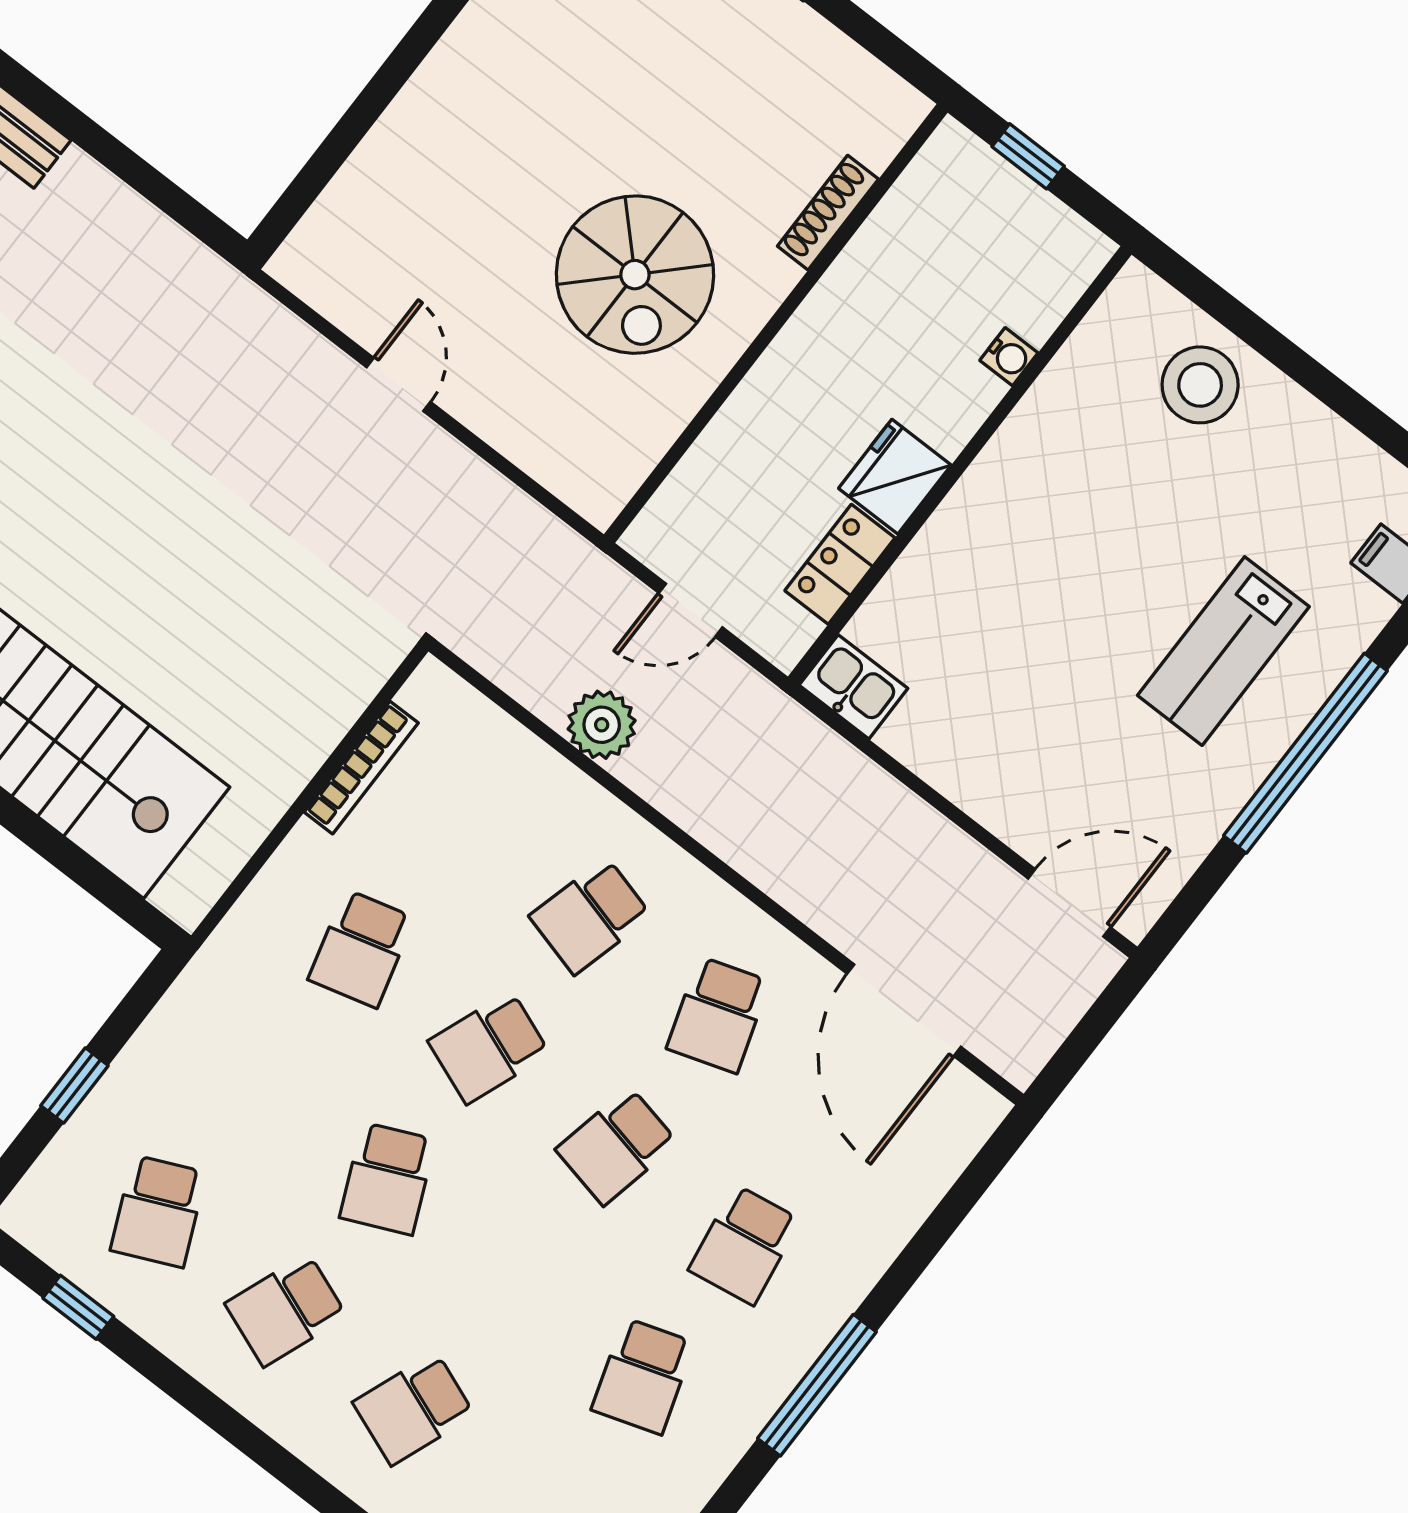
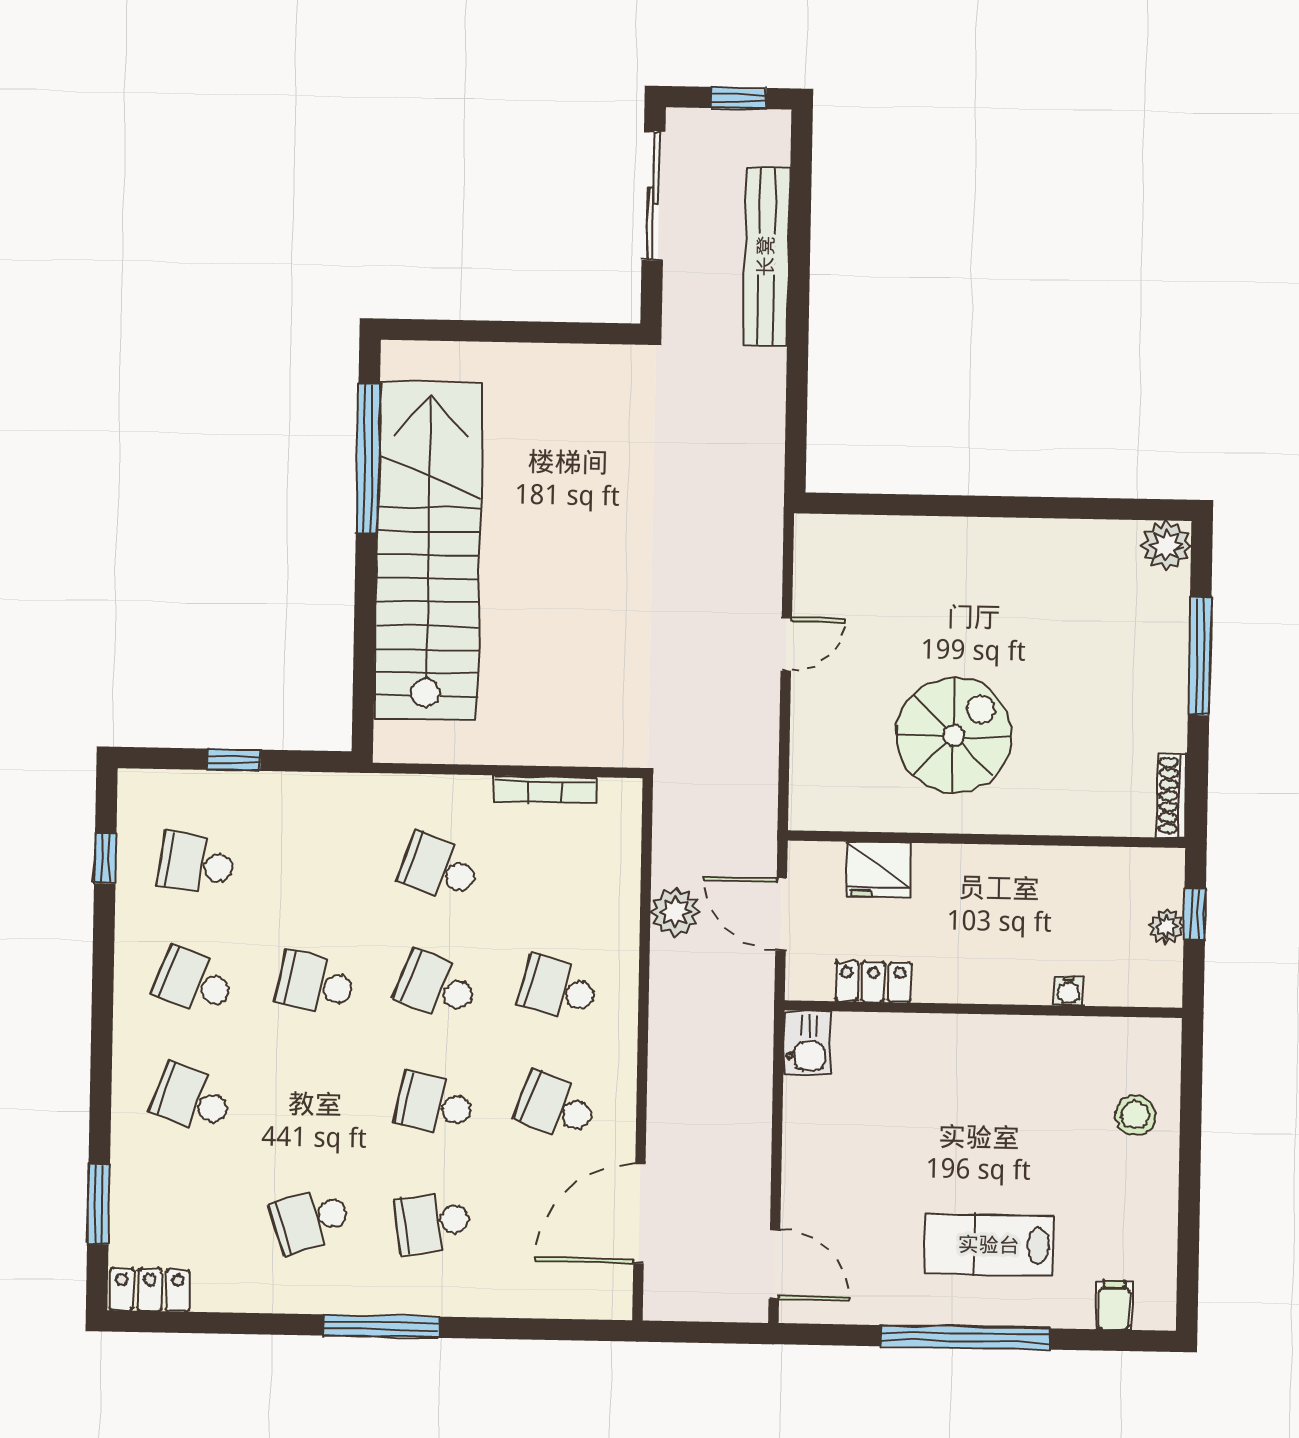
plant: (1018, 197) -> (1166, 926), added
shoe rack: (828, 213) -> (1172, 796), moved, turned -90
spiral stairs: (635, 275) -> (954, 735), turned 180
stool: (1200, 385) -> (1135, 1115), width x0.73, depth x0.73
fridge: (895, 477) -> (878, 870), moved, turned 180
door: (691, 610) -> (781, 914), width x1.38
school desk: (361, 949) -> (439, 868), turned 36
school desk: (718, 1015) -> (556, 1107), turned 39
school desk: (387, 1179) -> (315, 984), turned 36
school desk: (158, 1211) -> (196, 864), turned 33

